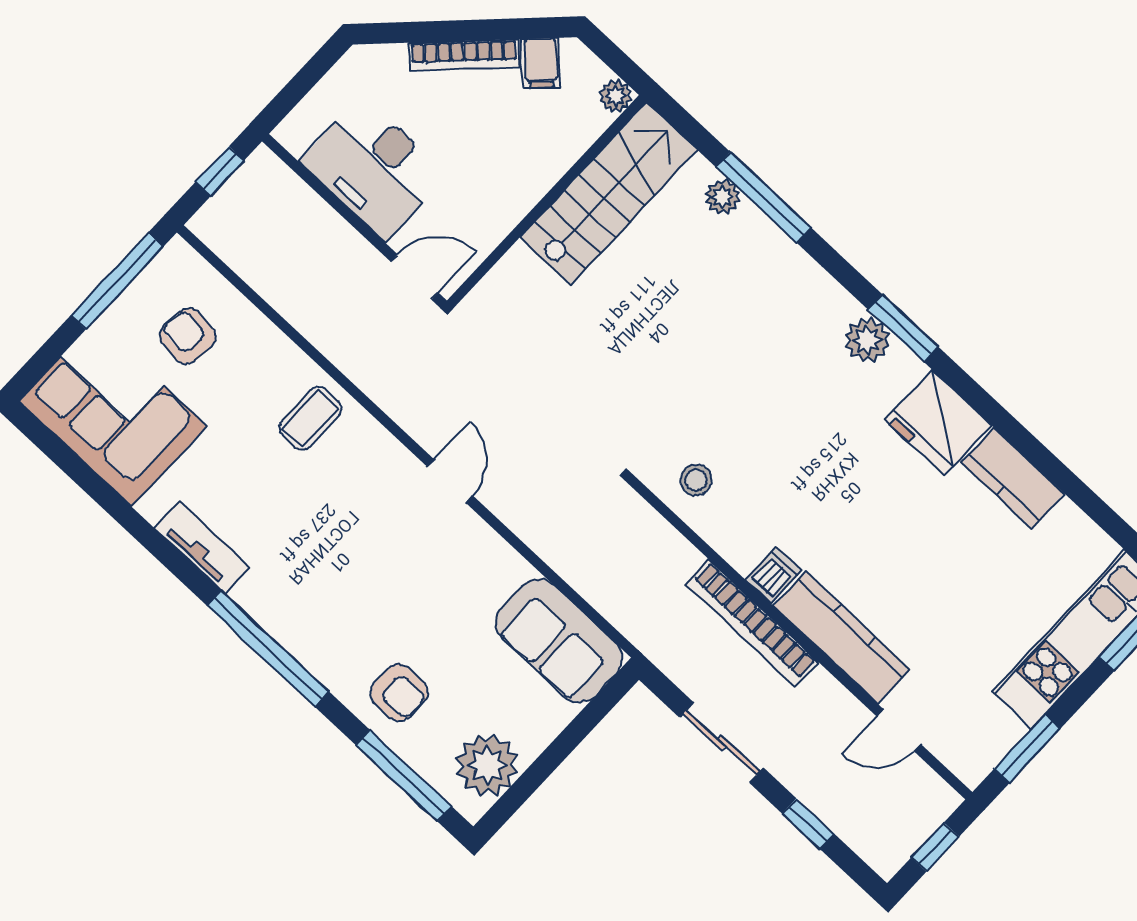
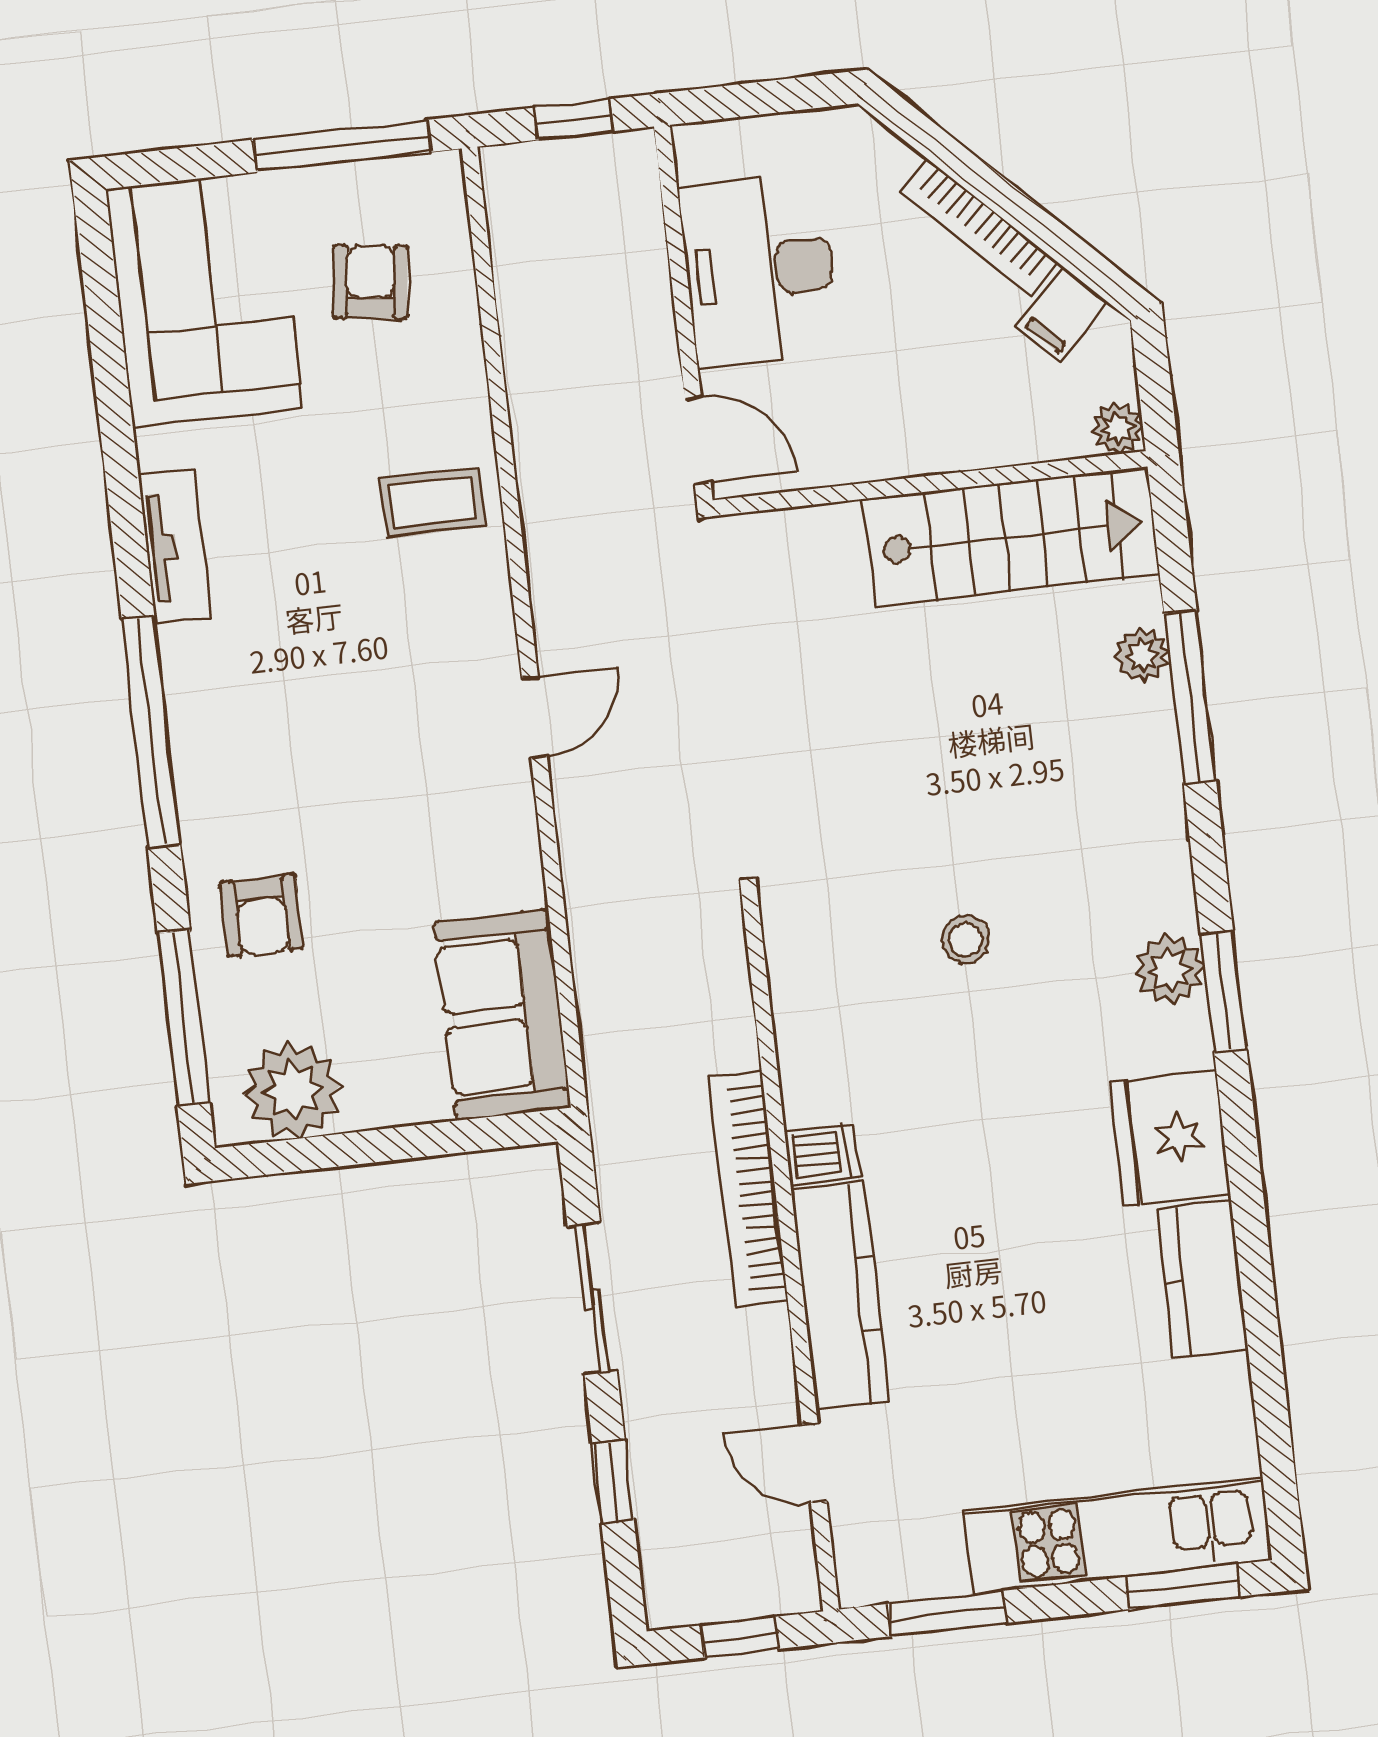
stool: (696, 480) -> (965, 939), moved

